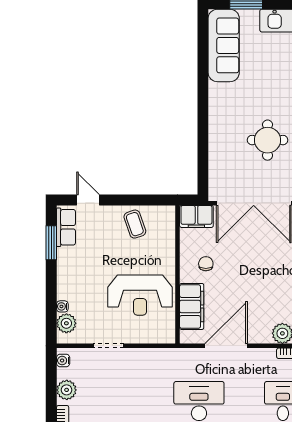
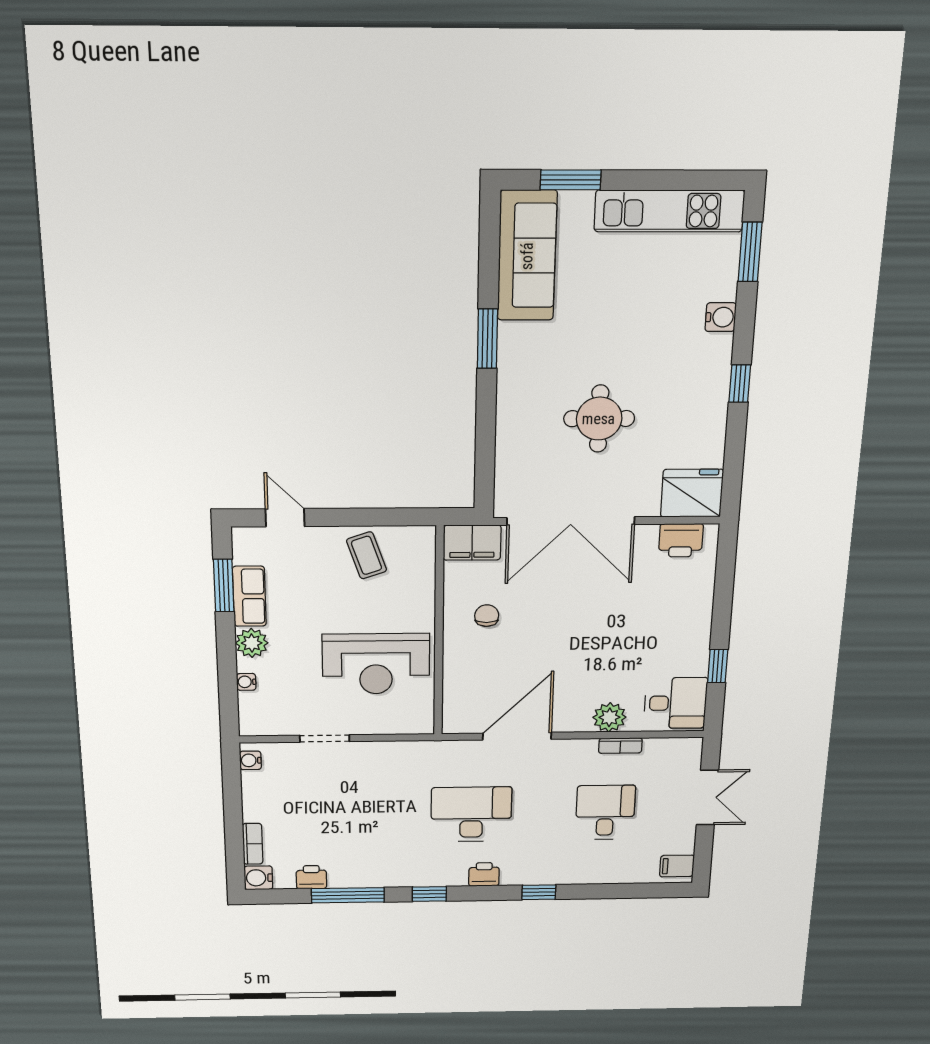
window: (203, 93) -> (487, 339), added
row of seats: (66, 227) -> (249, 596), moved
filing cabinet: (192, 306) -> (462, 680), removed
plant: (66, 323) -> (252, 643), moved
plant: (67, 390) -> (257, 802), removed

